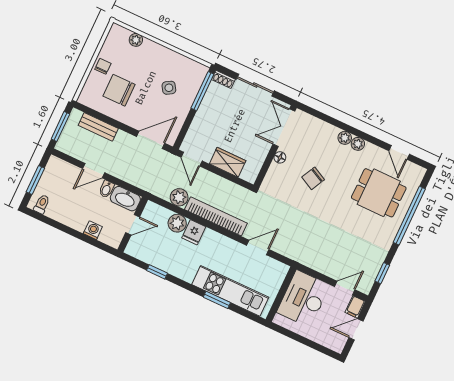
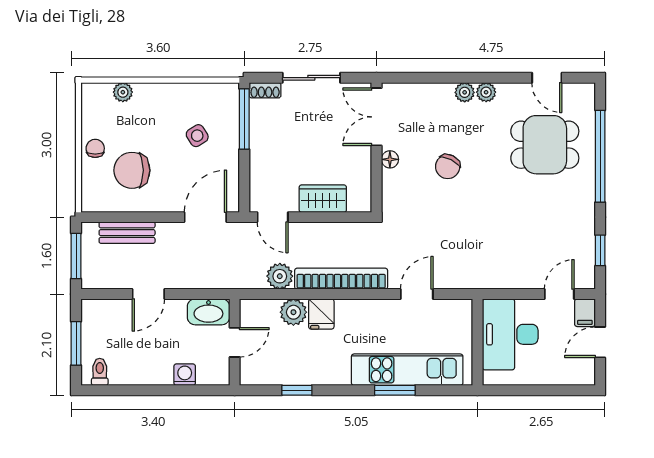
bidet: (107, 189) -> (177, 311), removed

